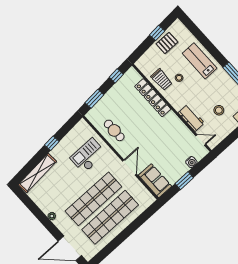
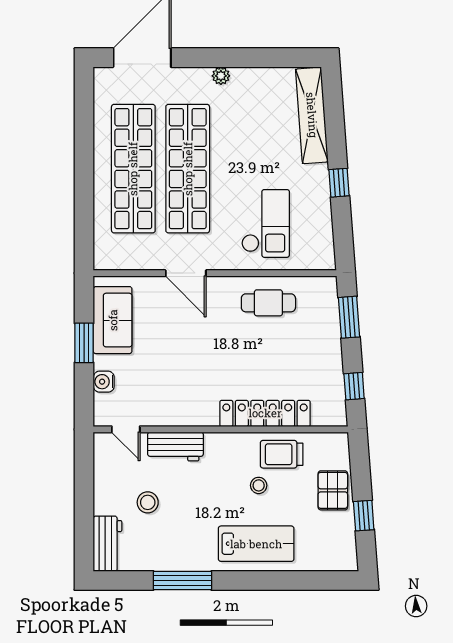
pallet: (167, 43) -> (333, 490), moved
door: (201, 140) -> (126, 429), hinge flipped
sofa: (155, 181) -> (113, 320), moved, turned -90

